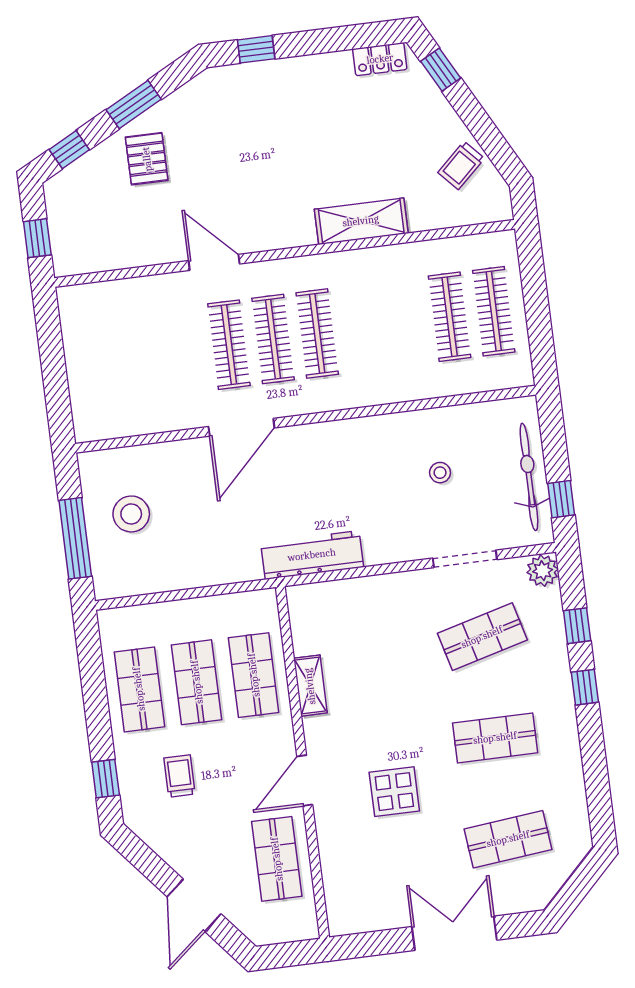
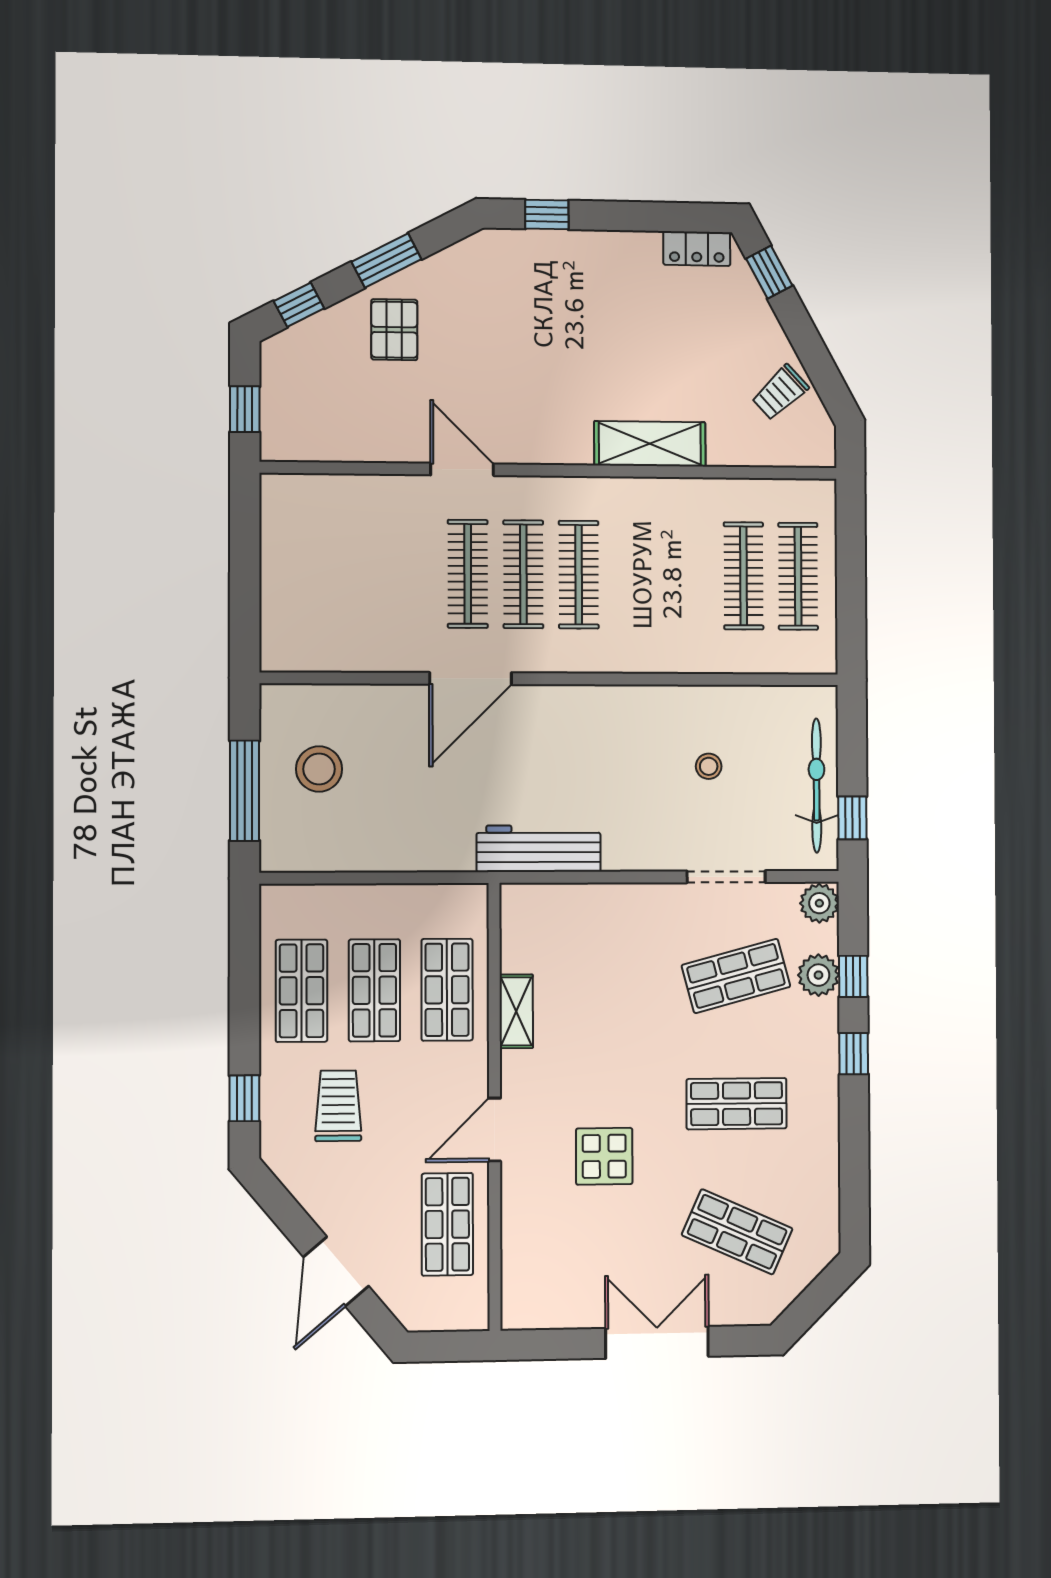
plant: (549, 628) -> (818, 975), added
trolley: (180, 776) -> (338, 1106), width x1.36, depth x1.39
shop shelf: (508, 839) -> (737, 1232), turned 30

